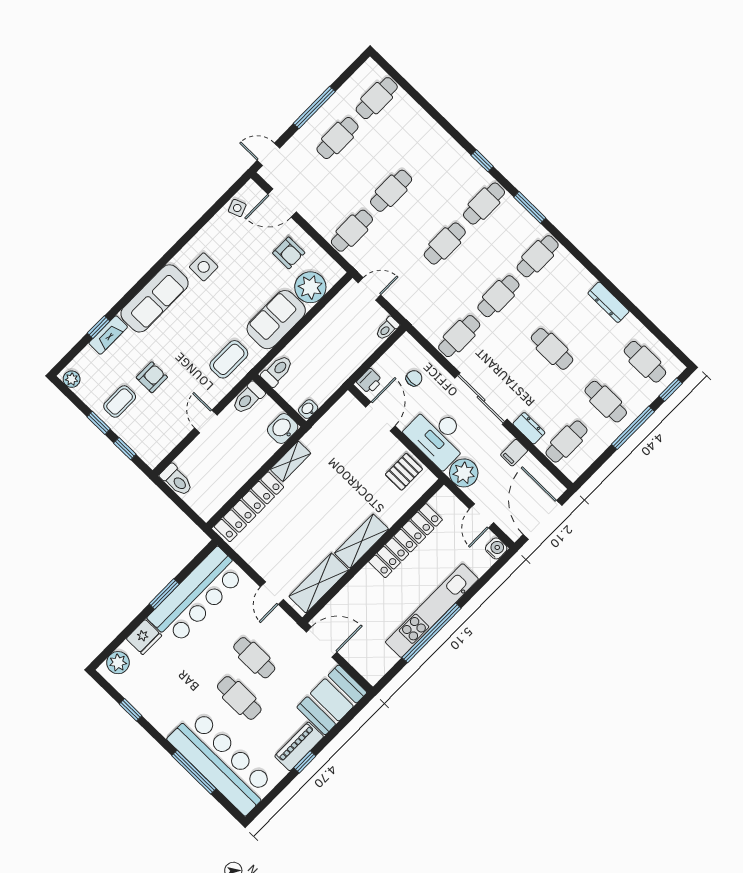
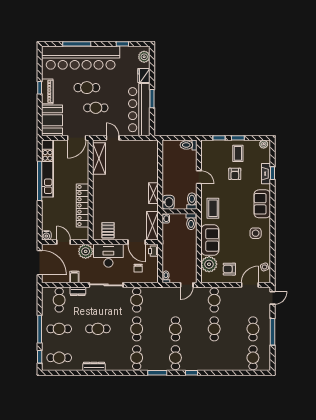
sofa: (155, 298) -> (262, 204), width x0.73
locker: (249, 507) -> (152, 161), removed
shelving: (362, 541) -> (152, 226), moved
kitchen unit: (432, 611) -> (48, 169), moved
bar counter: (221, 762) -> (81, 58), width x1.36

